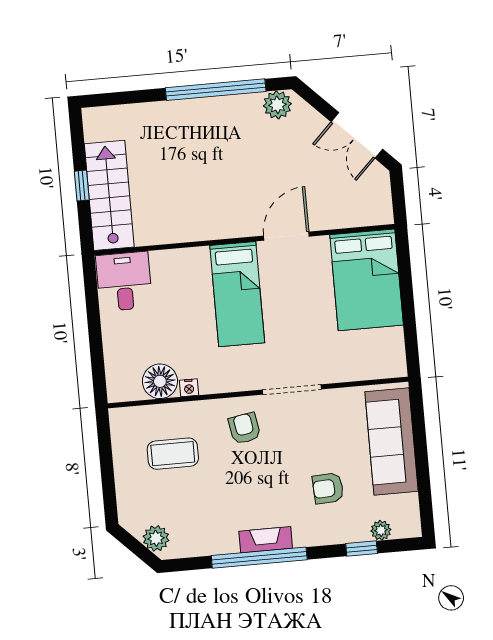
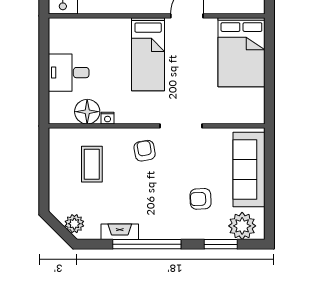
desk: (124, 281) -> (69, 73), moved, turned -90
coffee table: (173, 454) -> (92, 164), turned 90
plant: (381, 530) -> (242, 226), width x1.87, depth x1.87
fireplace: (266, 540) -> (120, 232), moved
window: (362, 549) -> (221, 244), width x1.50

